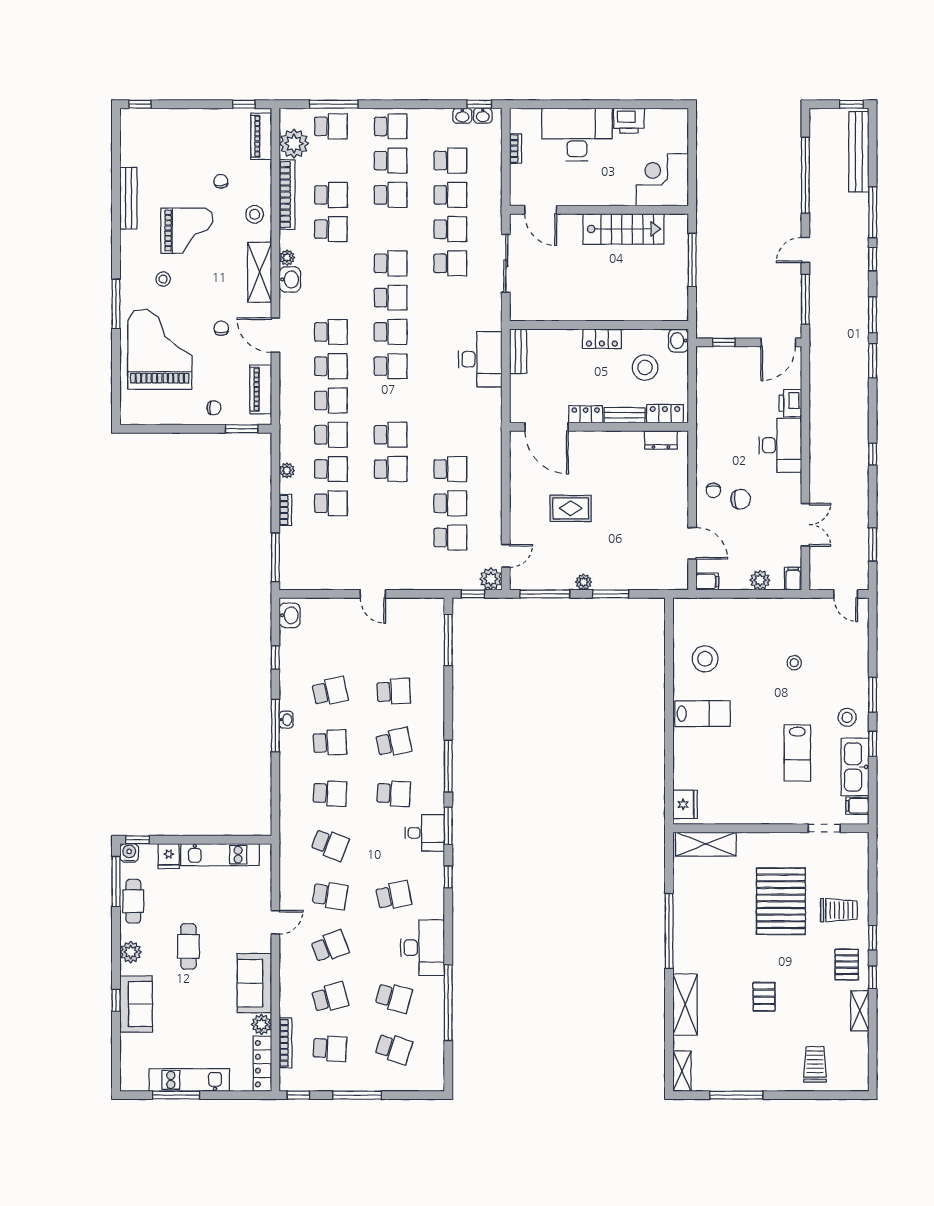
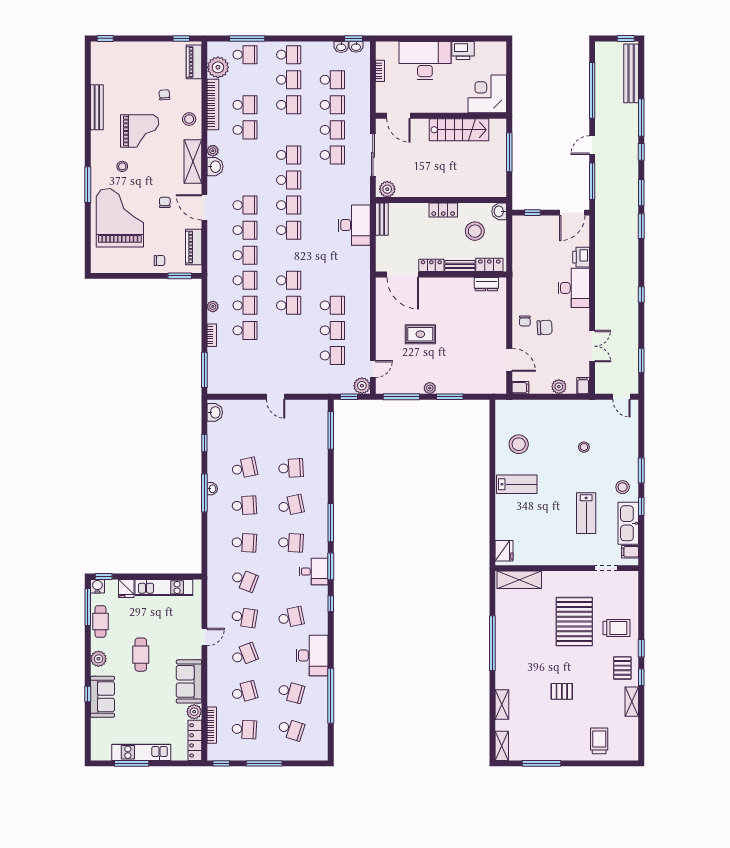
plant: (525, 310) -> (387, 189), added
pallet: (764, 997) -> (562, 691), turned 90
shelving: (685, 1004) -> (502, 705), width x0.67, depth x0.75

